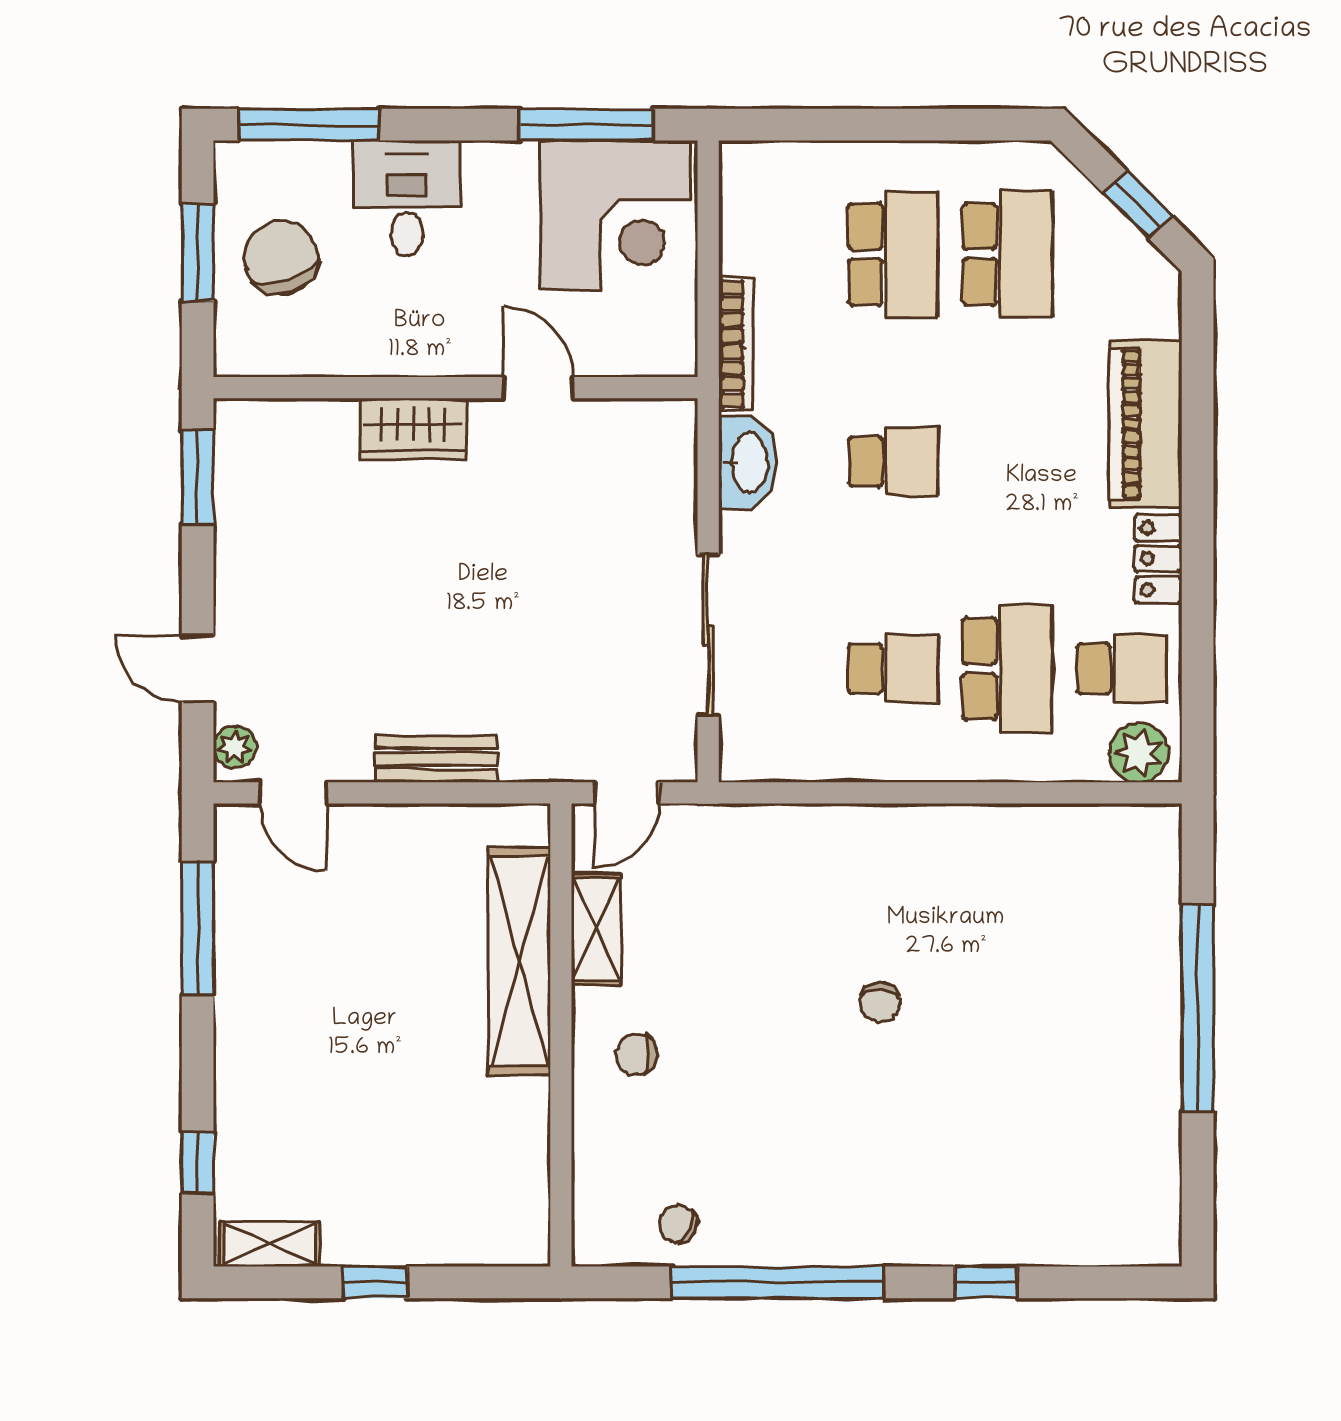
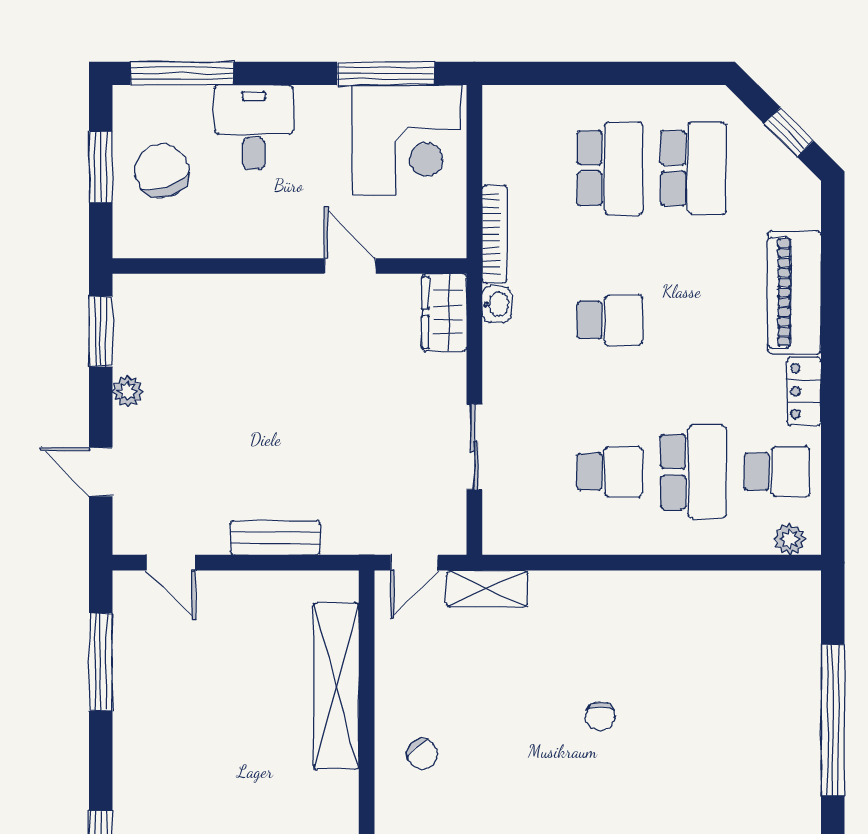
wardrobe: (413, 429) -> (444, 313), moved, turned 90
washbasin: (748, 463) -> (497, 304), width x0.52, depth x0.69
sliding door: (708, 635) -> (474, 447), width x0.73
plant: (235, 747) -> (128, 391), moved
plant: (1139, 753) -> (790, 539), width x0.73, depth x0.73
shelving: (596, 929) -> (487, 589), moved, turned 90
chair: (637, 1054) -> (422, 754), turned -134

